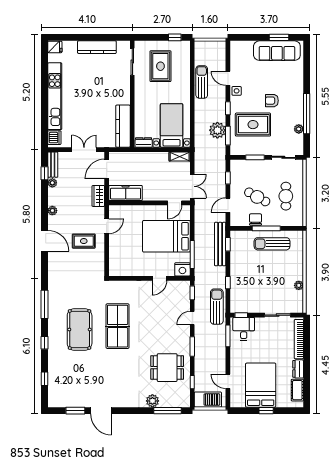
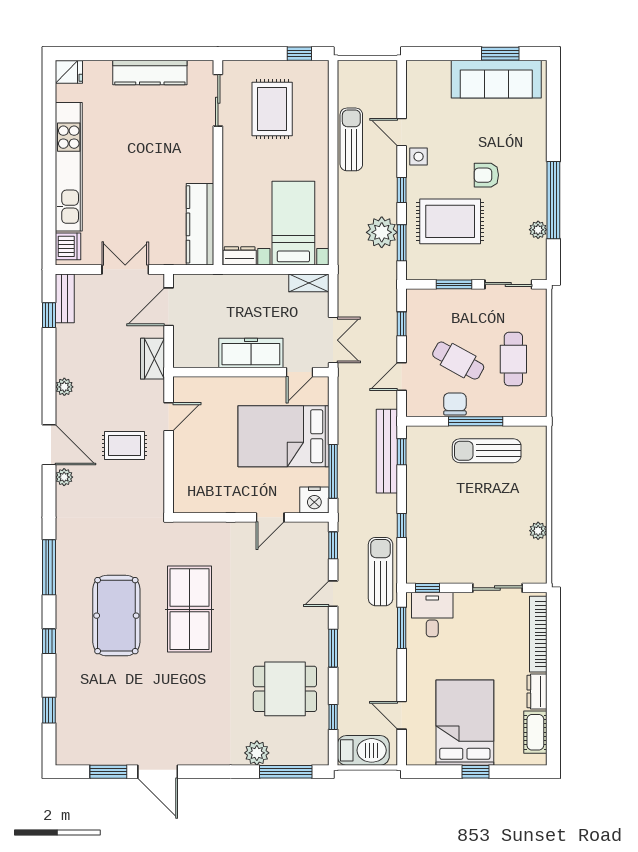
plant: (52, 183) -> (64, 477), moved
freezer: (126, 193) -> (251, 353), moved

